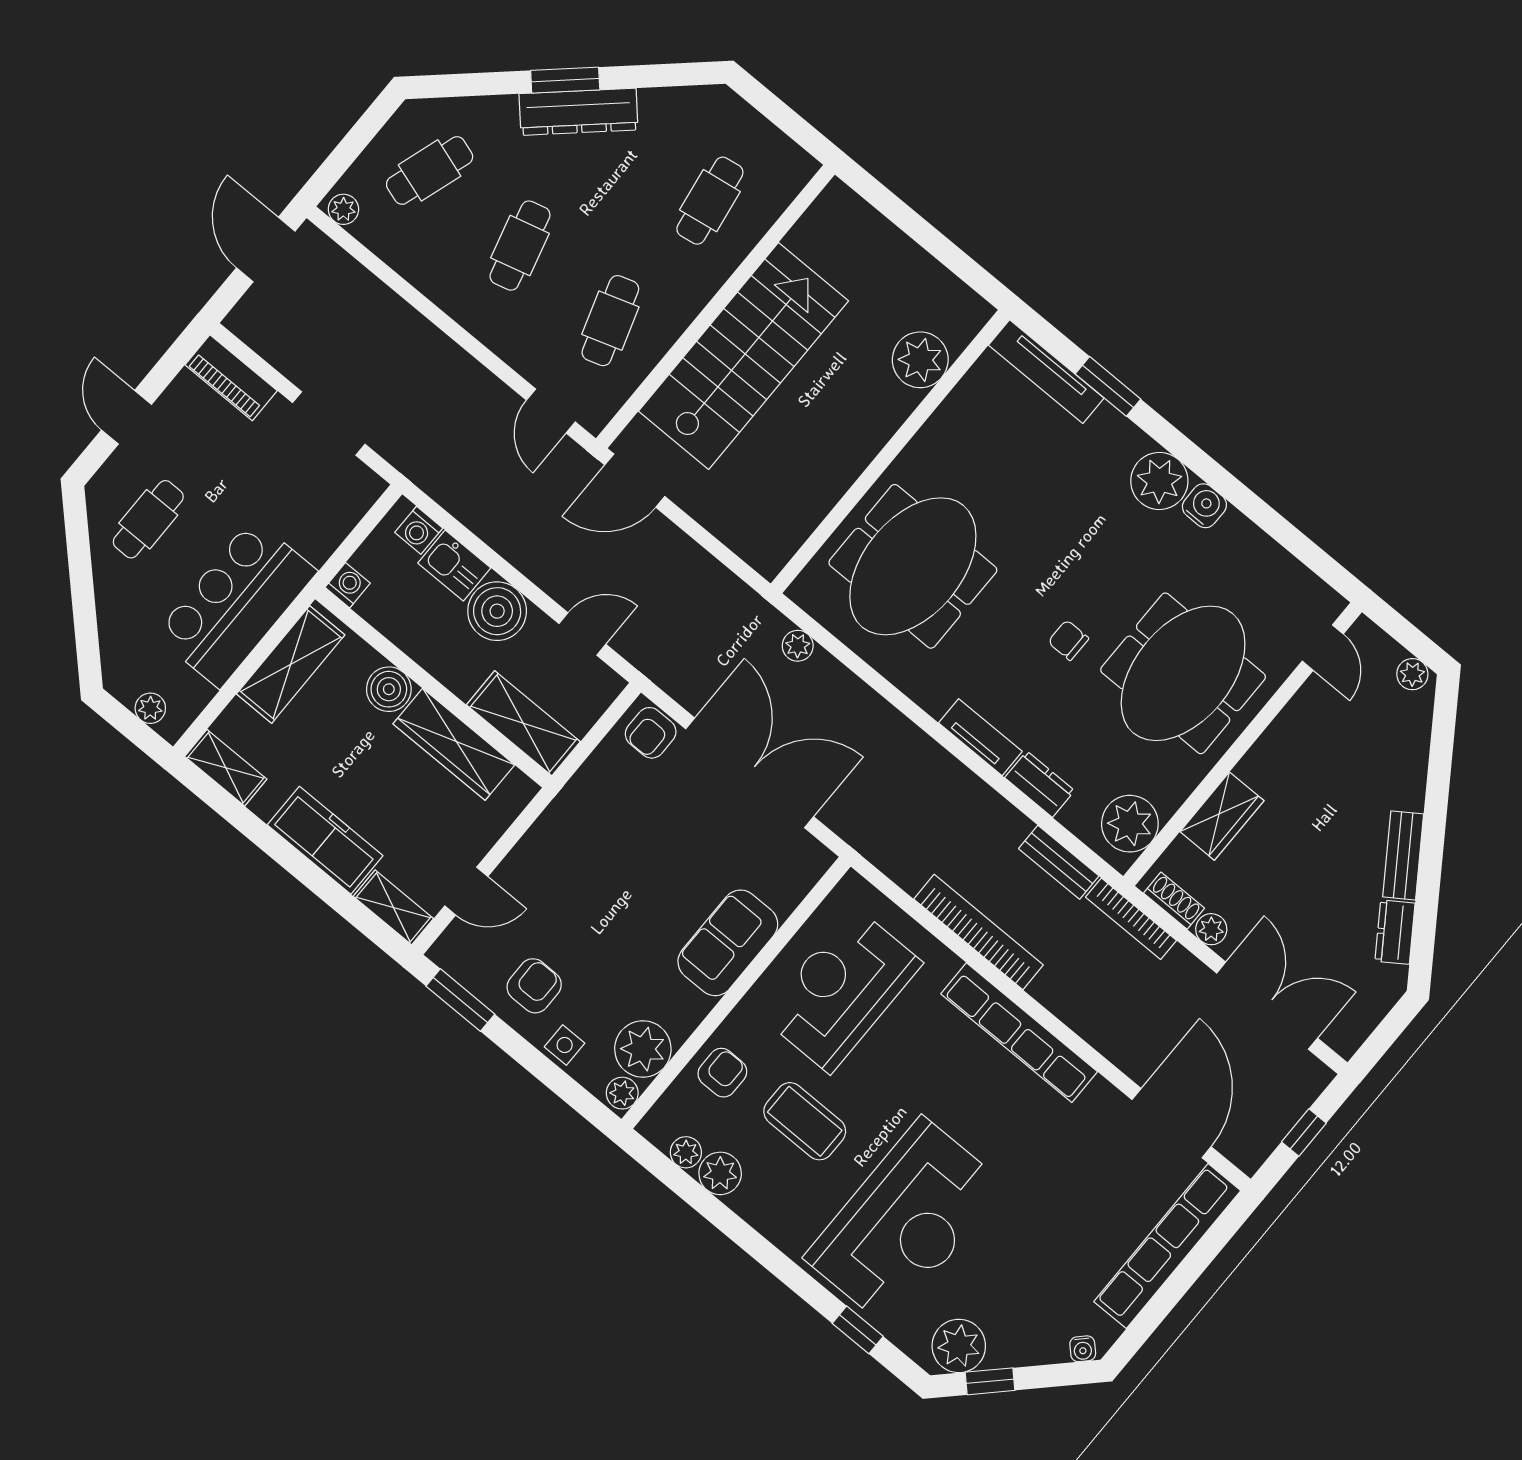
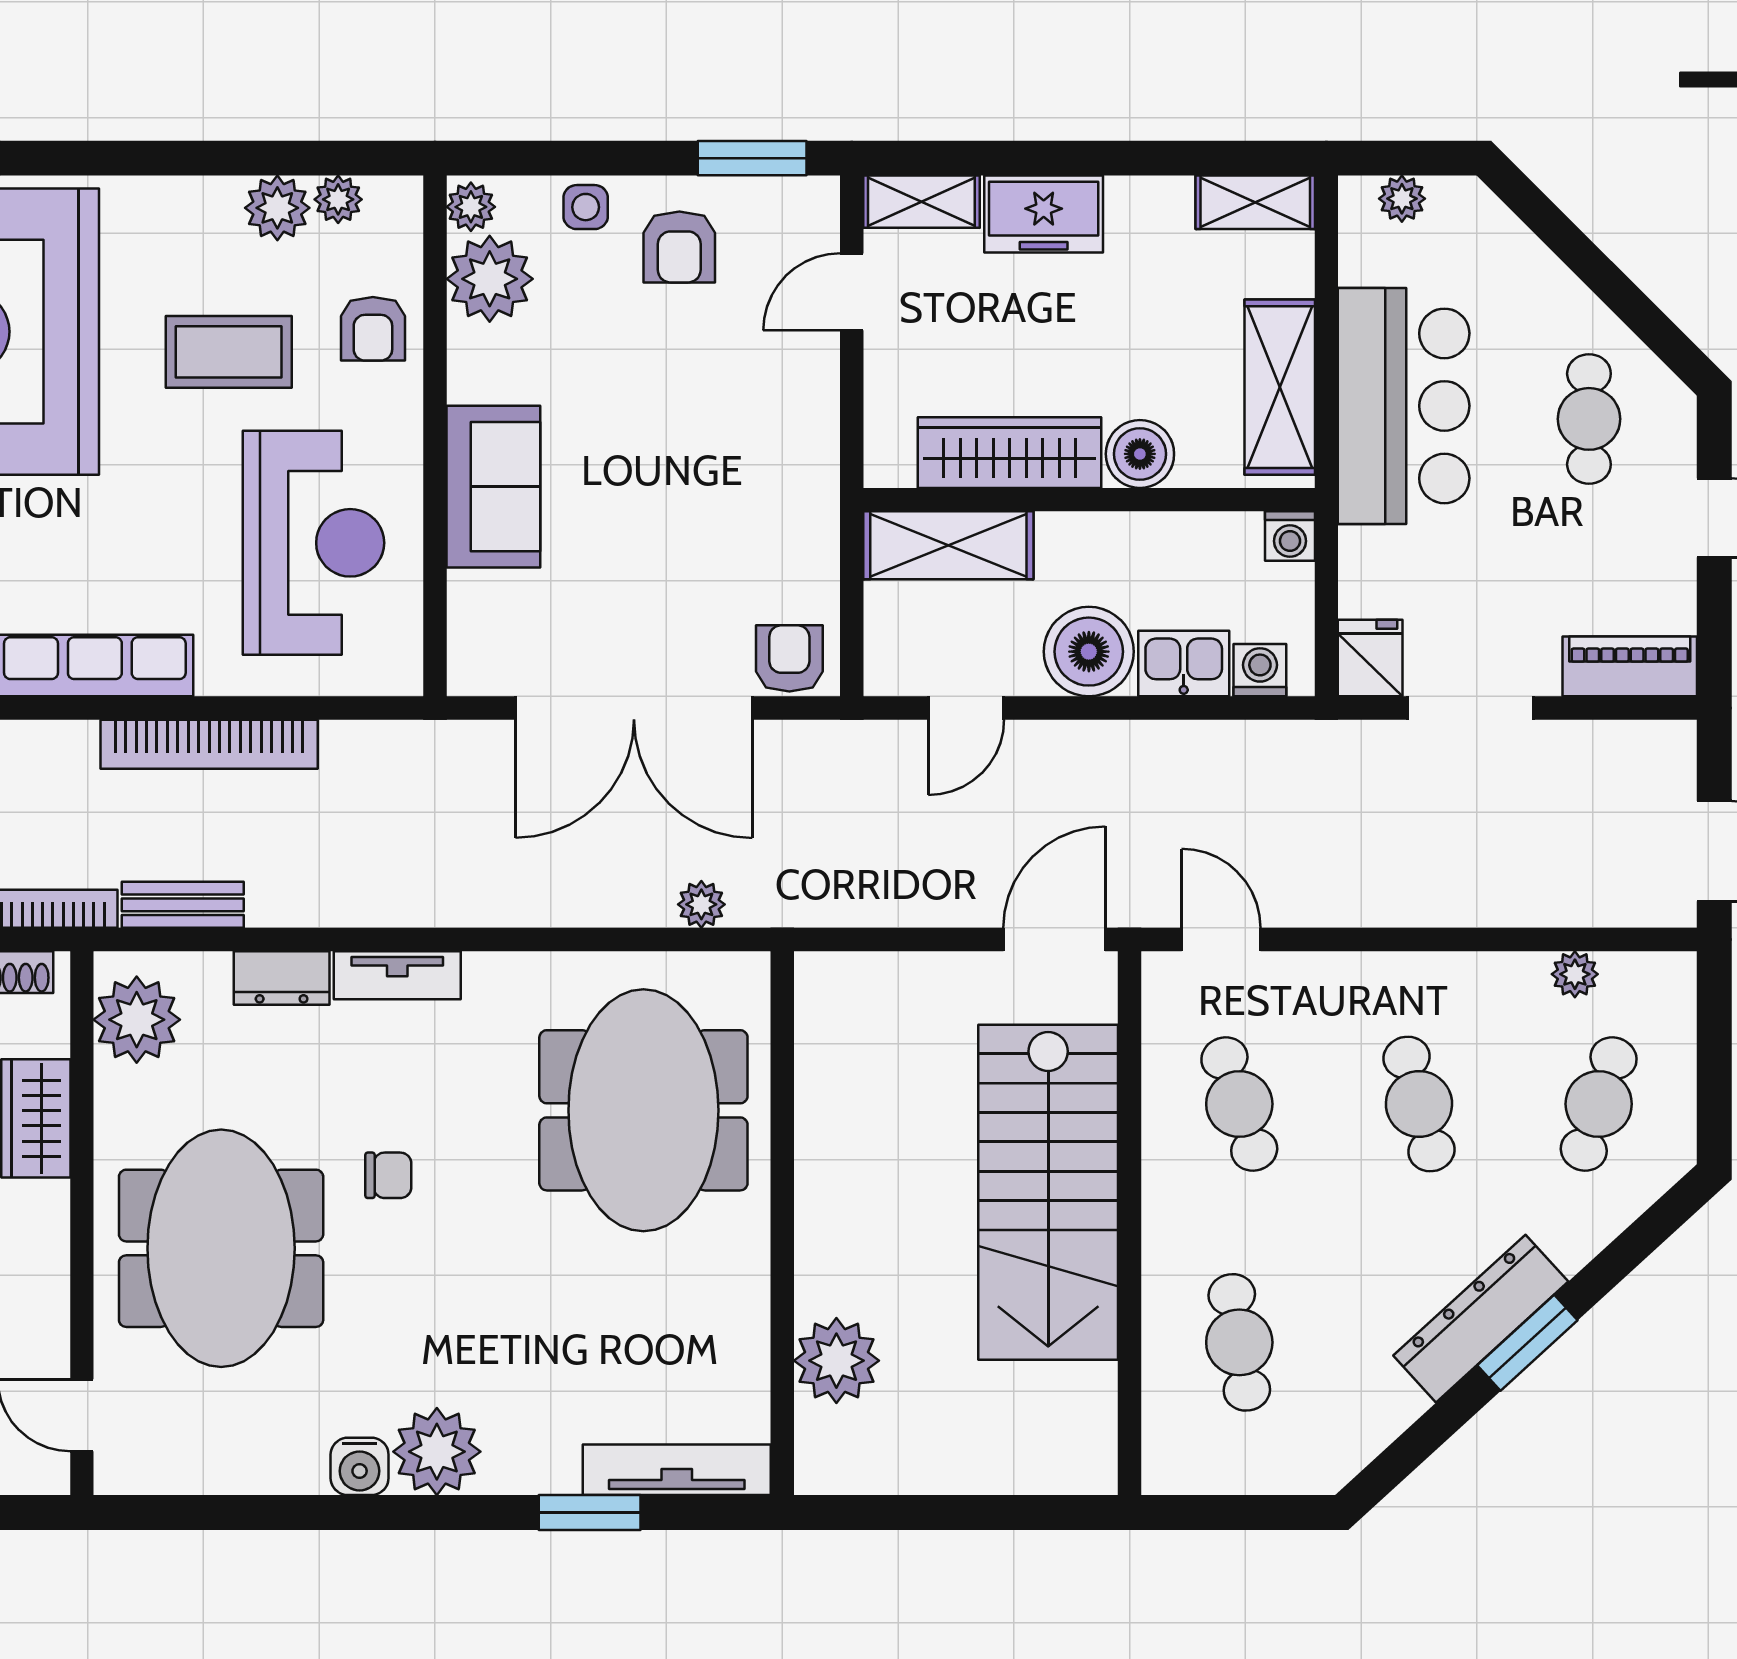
plant: (343, 209) -> (1575, 974), moved
fridge: (358, 490) -> (1370, 658), added
freezer: (325, 840) -> (1044, 214), width x0.71

